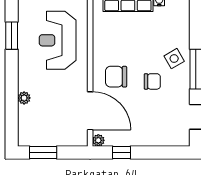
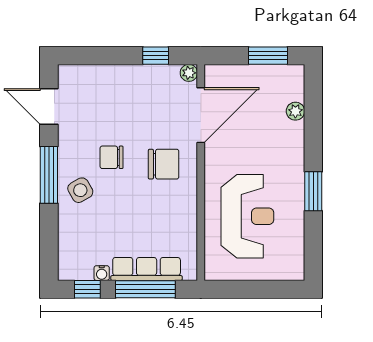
window: (12, 36) -> (313, 191), moved
plant: (24, 98) -> (295, 111), moved
door: (90, 111) -> (201, 115), swing flipped

